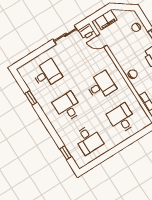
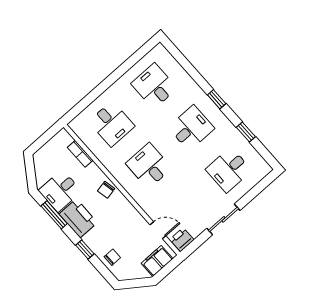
sliding door: (65, 35) -> (223, 219), moved
desk: (101, 86) -> (149, 166), turned 90
desk: (68, 107) -> (191, 128), turned -90
window: (66, 153) -> (217, 99), moved

